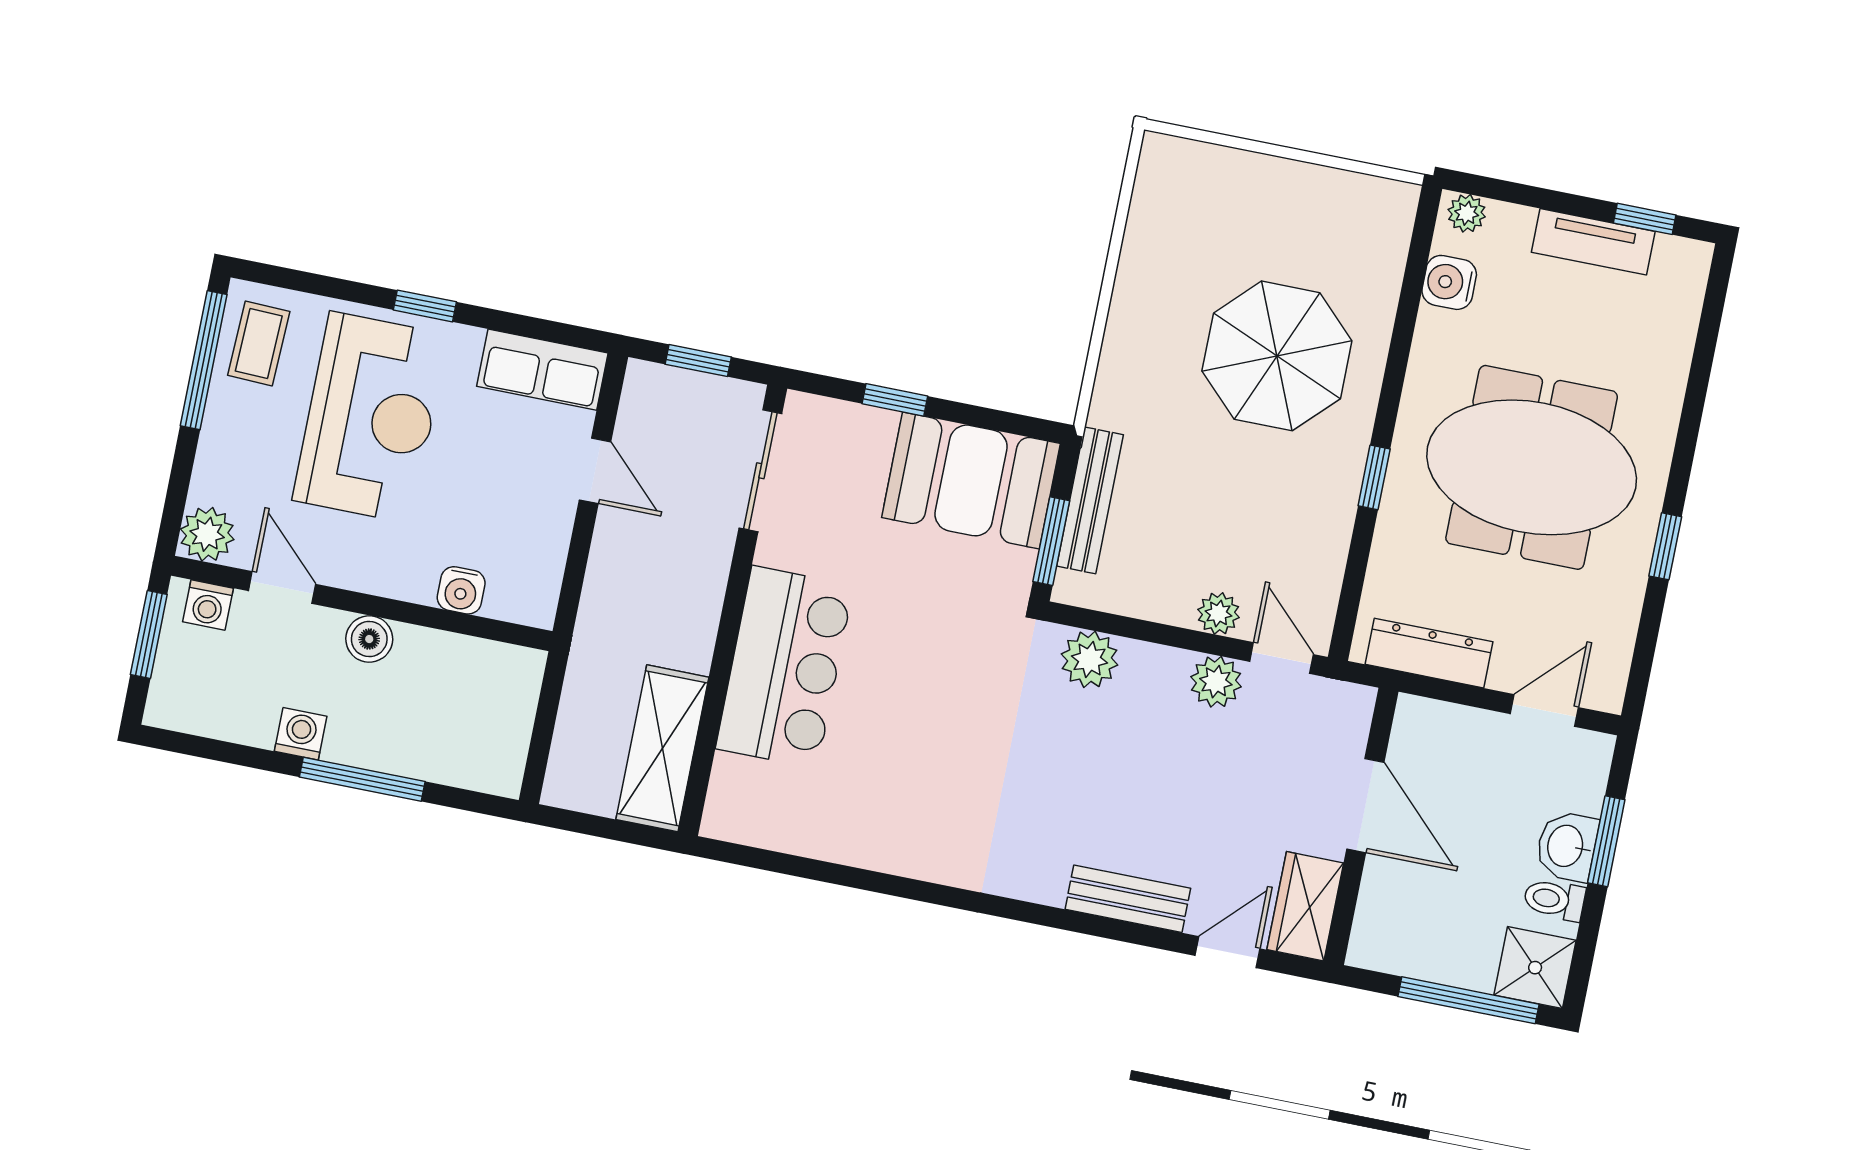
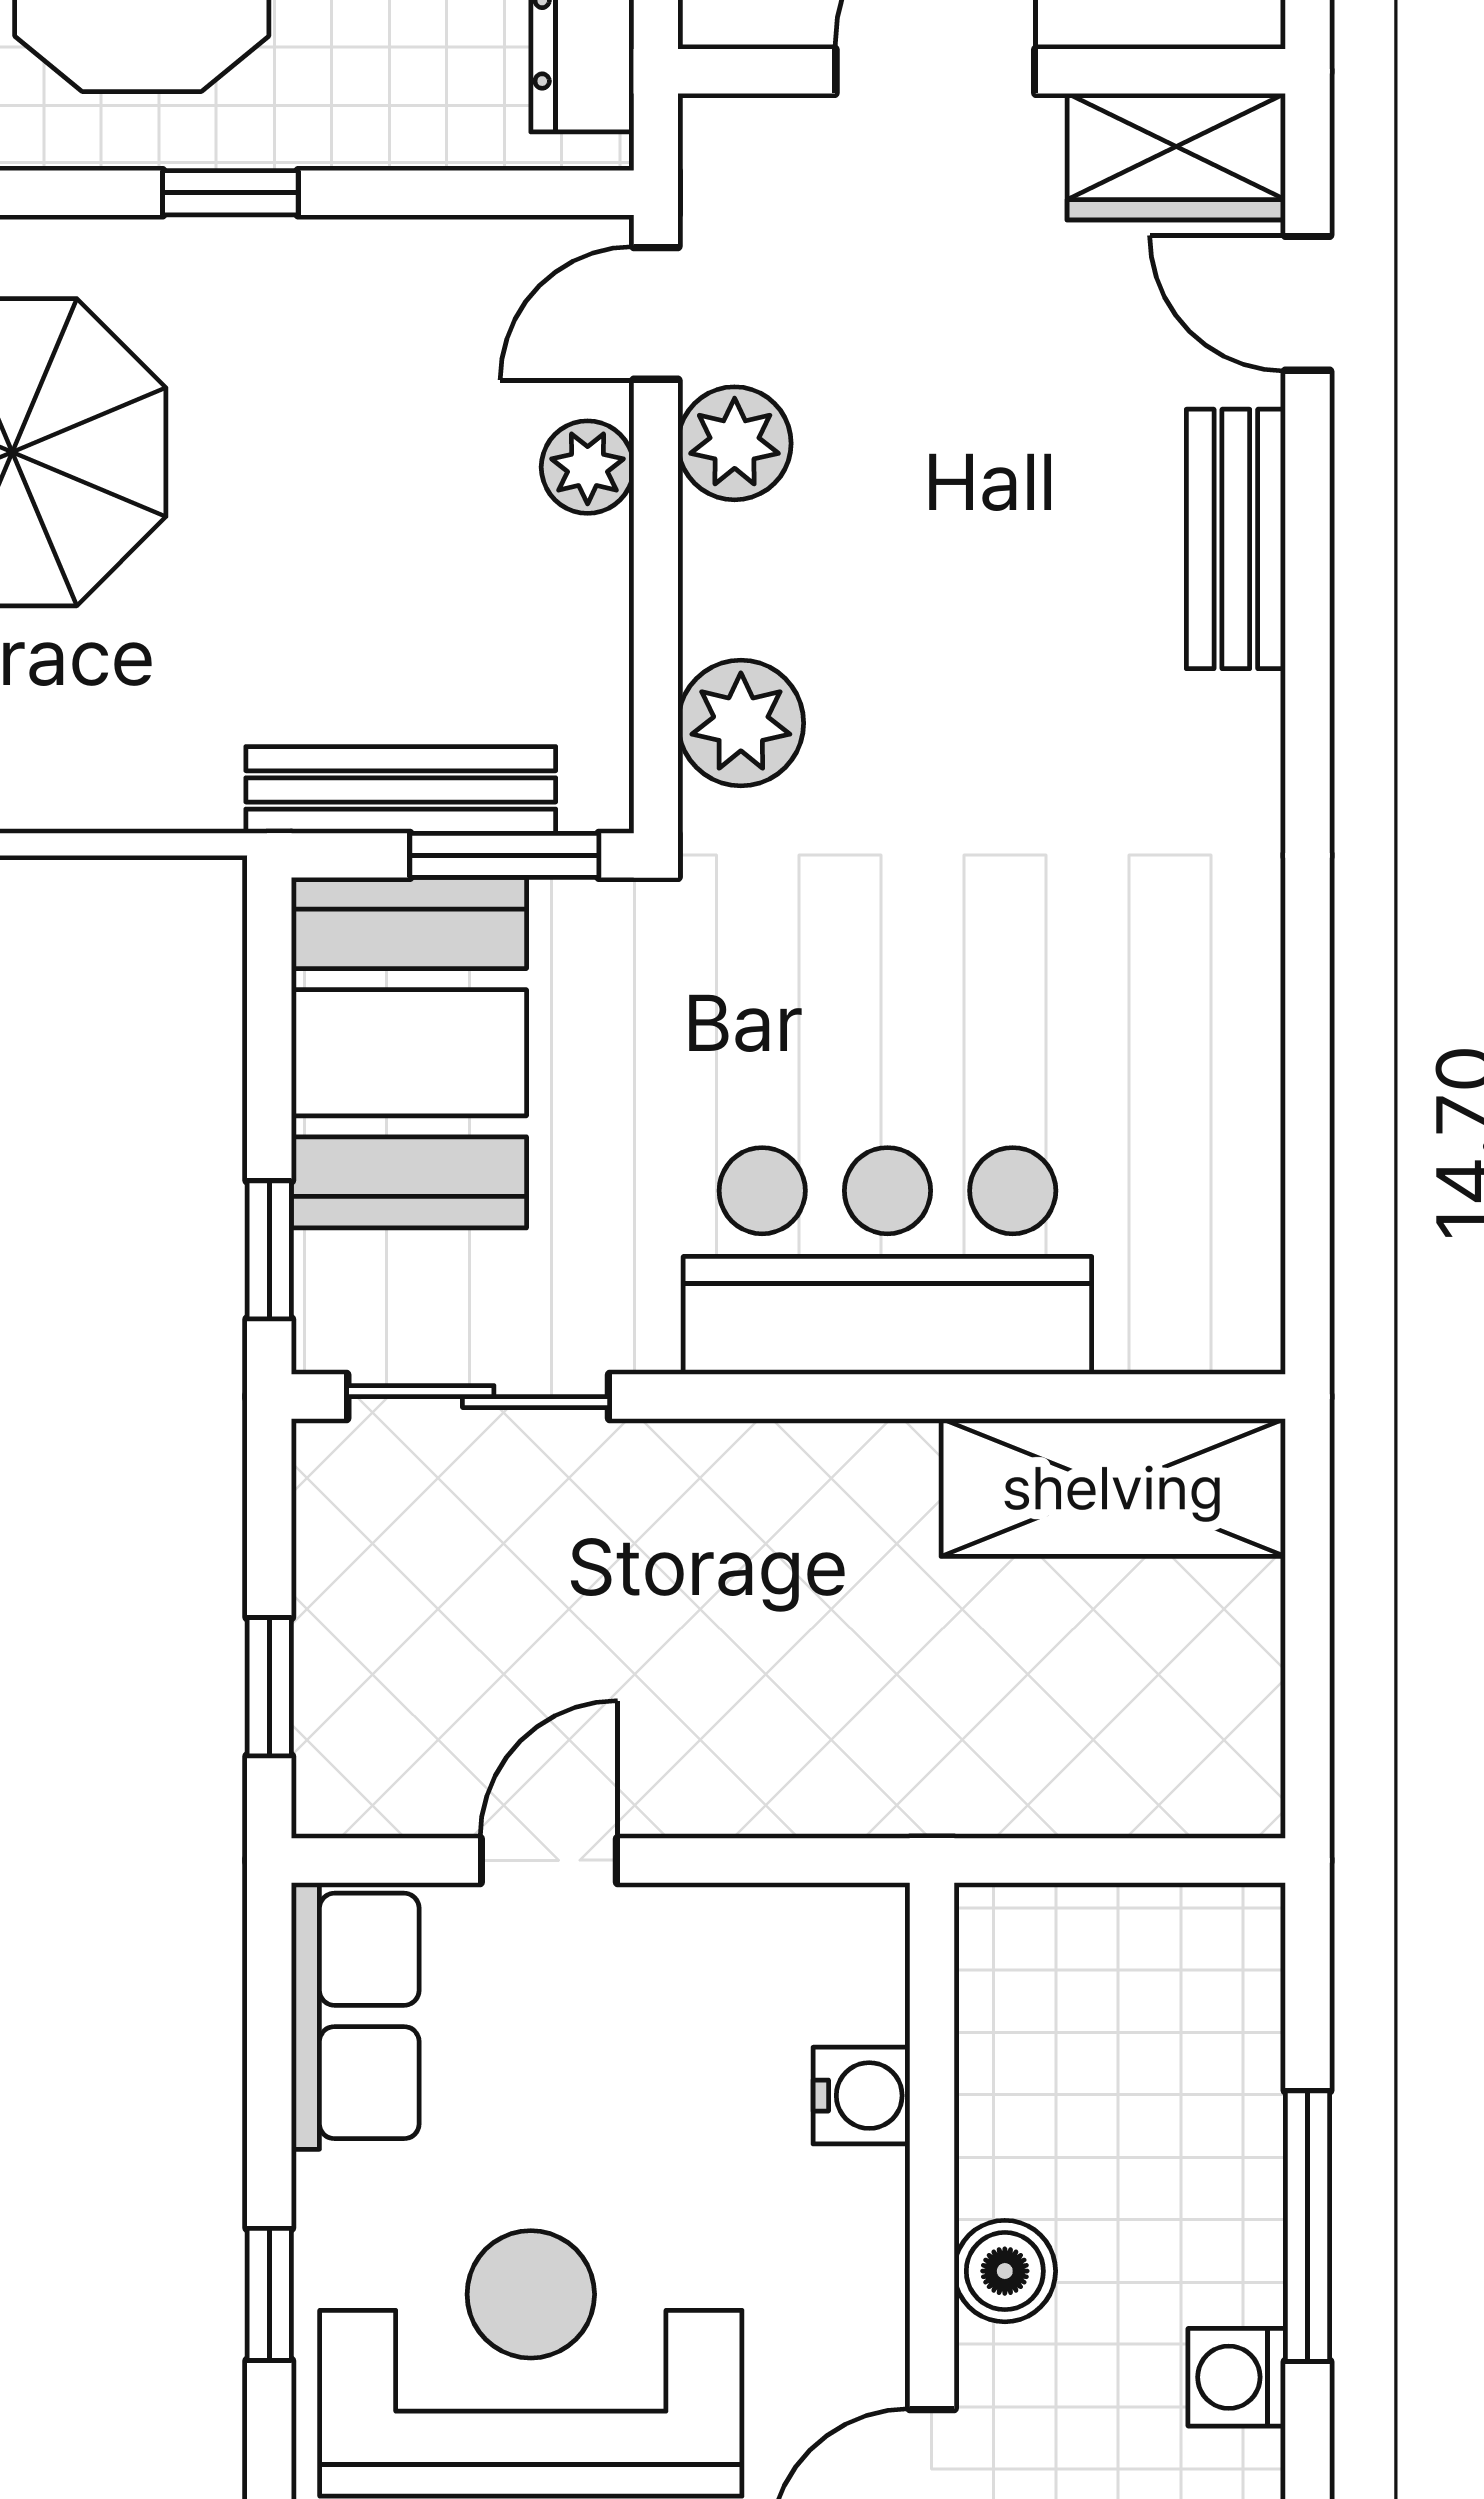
sliding door: (760, 471) -> (478, 1397), moved
wall: (732, 610) -> (788, 1397), moved
bar counter: (785, 667) -> (887, 1261), moved
shelving: (662, 748) -> (1113, 1488), moved

